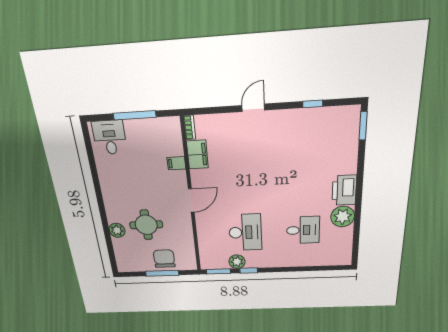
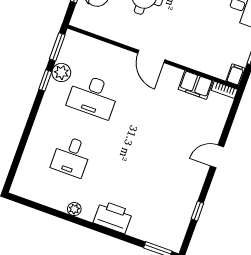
door: (253, 108) -> (217, 156), swing flipped
filing cabinet: (176, 163) -> (235, 75), moved
printer: (344, 190) -> (113, 217), moved
plant: (343, 217) -> (74, 209), width x0.53, depth x0.53

